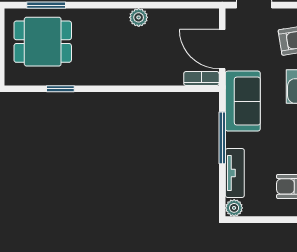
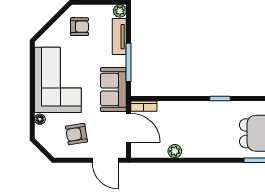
plant: (139, 17) -> (175, 151), moved
window: (60, 89) -> (220, 99), moved

